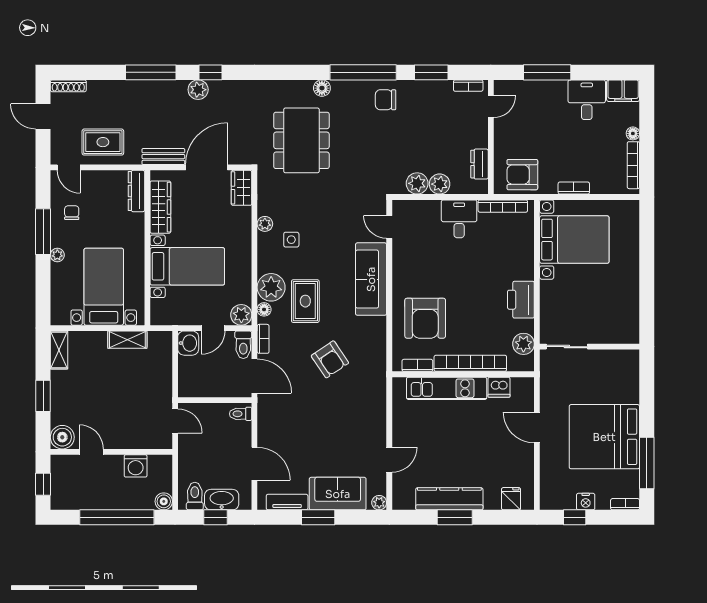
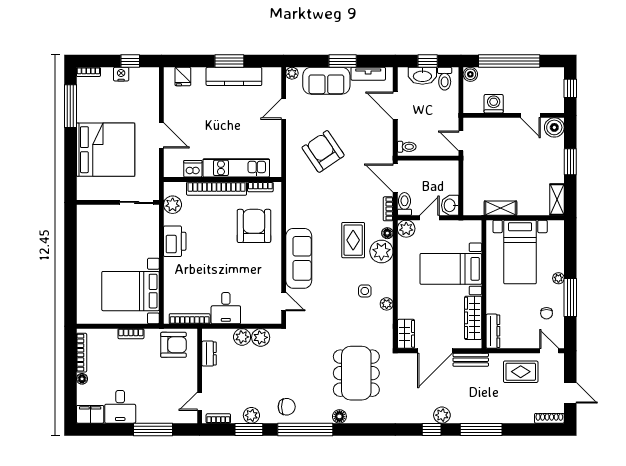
plant: (428, 89) -> (251, 415), added
armchair: (330, 359) -> (323, 151), moved, width x1.36, depth x1.36
bed: (604, 437) -> (106, 150), moved

